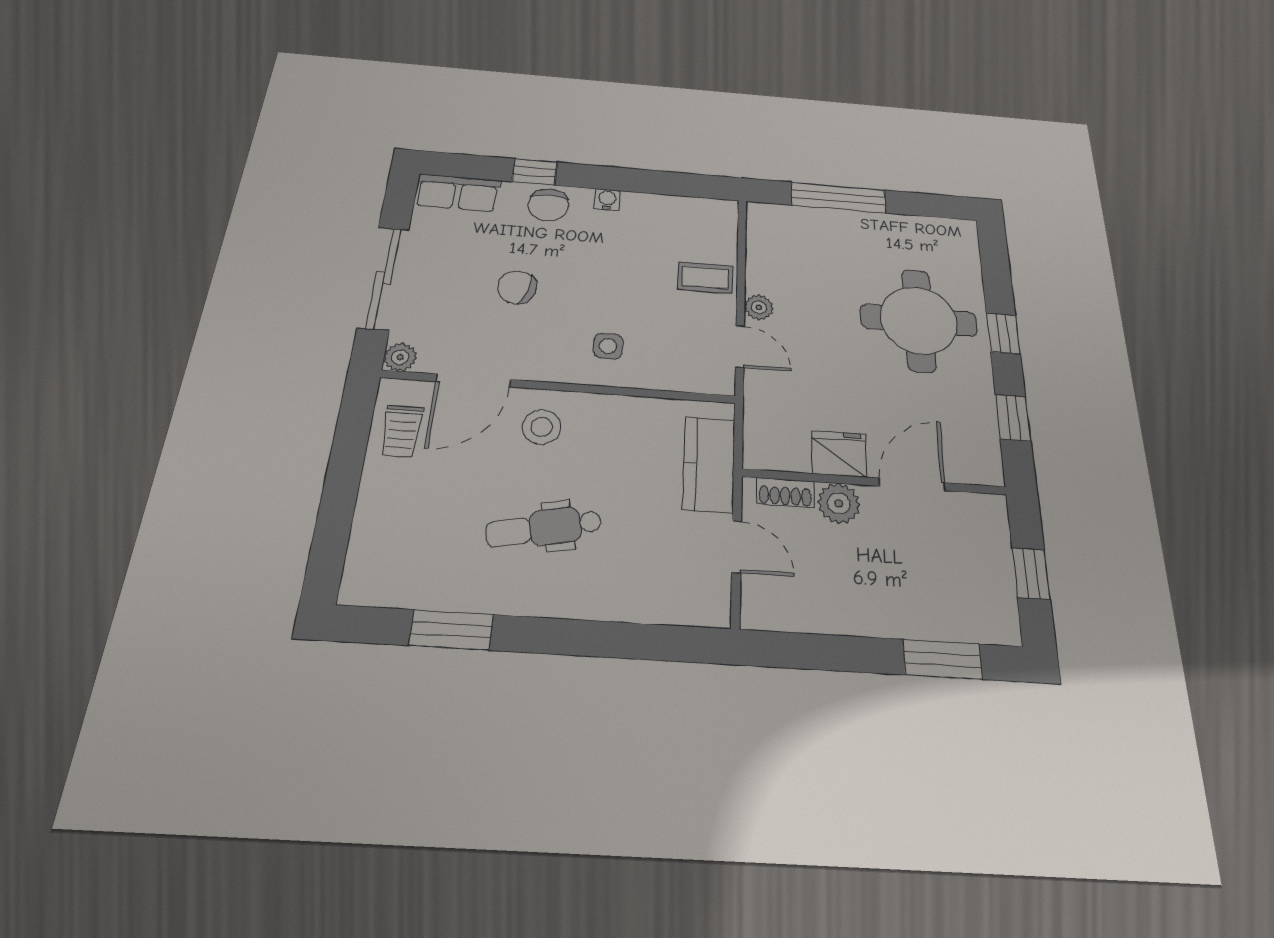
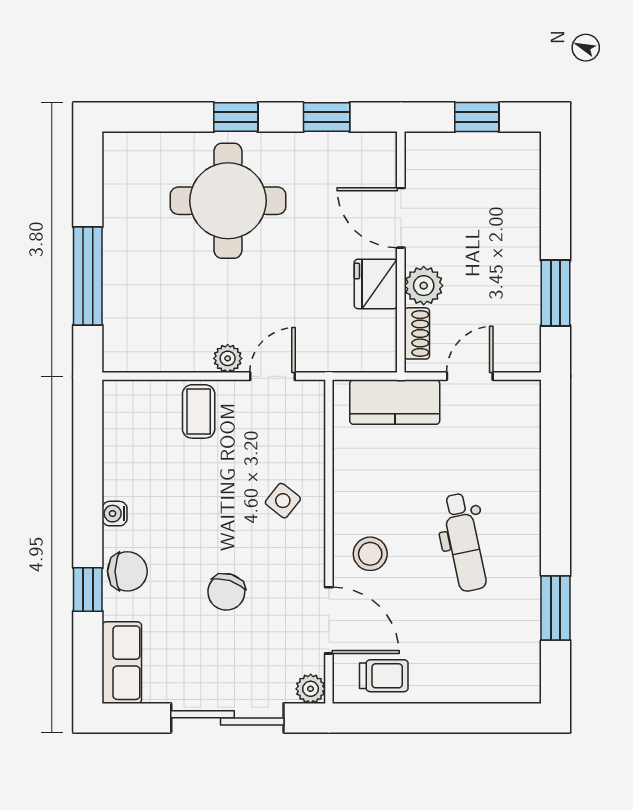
side table: (608, 346) -> (283, 501), turned 38
window: (943, 659) -> (556, 293), moved

